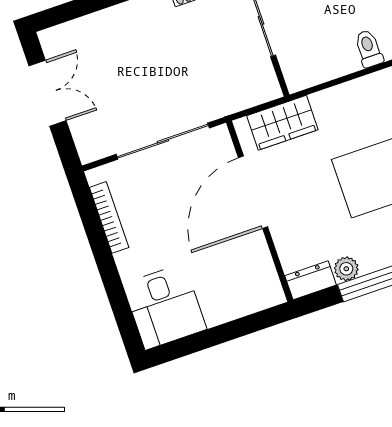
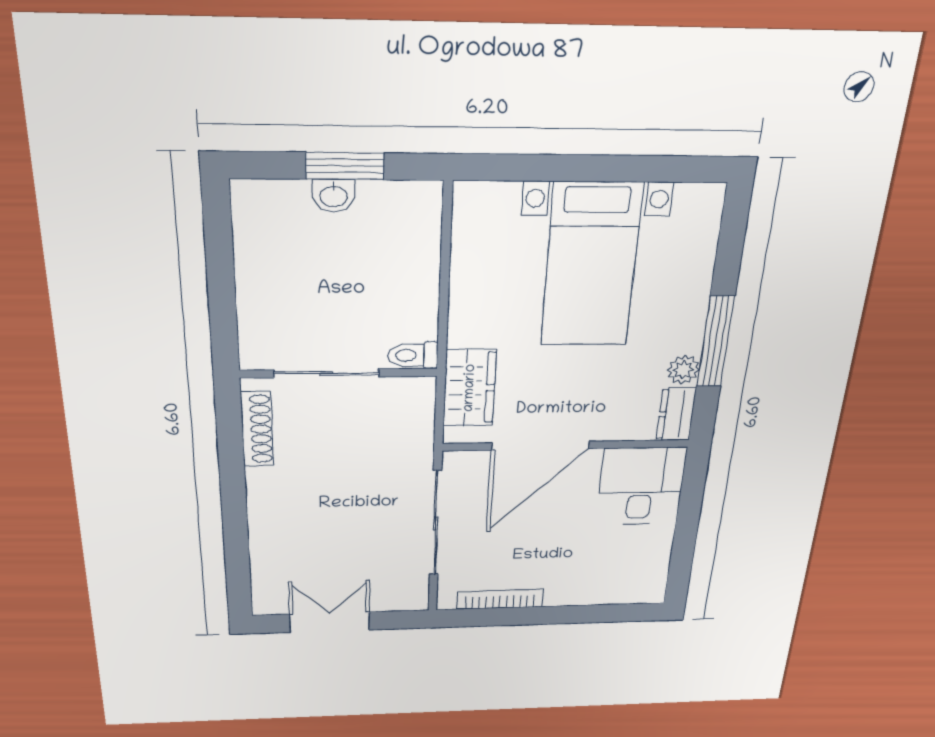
toilet: (369, 49) -> (413, 355), moved
door: (253, 192) -> (540, 446), hinge flipped
desk: (165, 307) -> (641, 486), moved, turned -90

